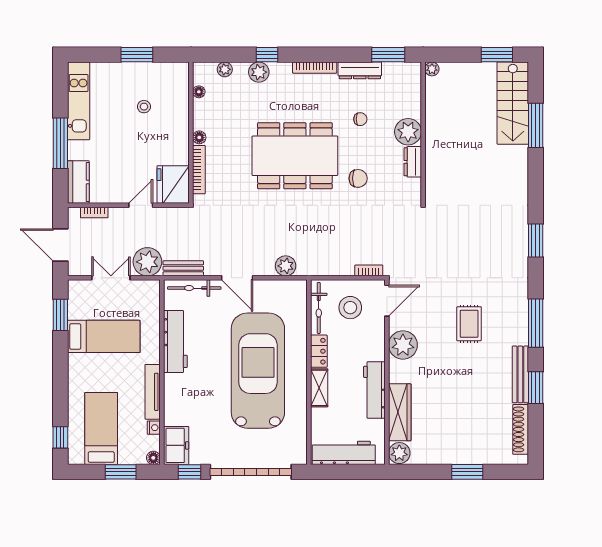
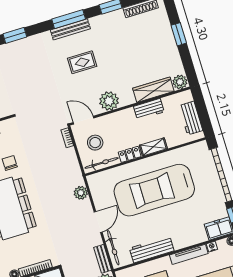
bench: (520, 374) -> (70, 29), moved
workbench: (374, 390) -> (149, 109), width x0.73
workbench: (344, 453) -> (191, 118), width x0.73

